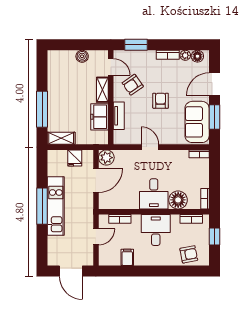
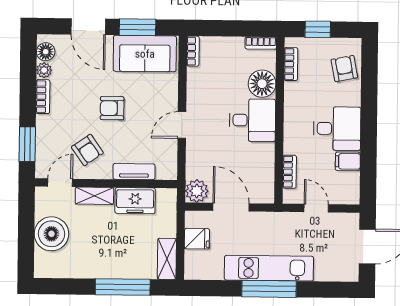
boiler: (82, 56) -> (51, 234), width x1.86, depth x1.86
desk: (156, 230) -> (337, 129), moved, turned 180

